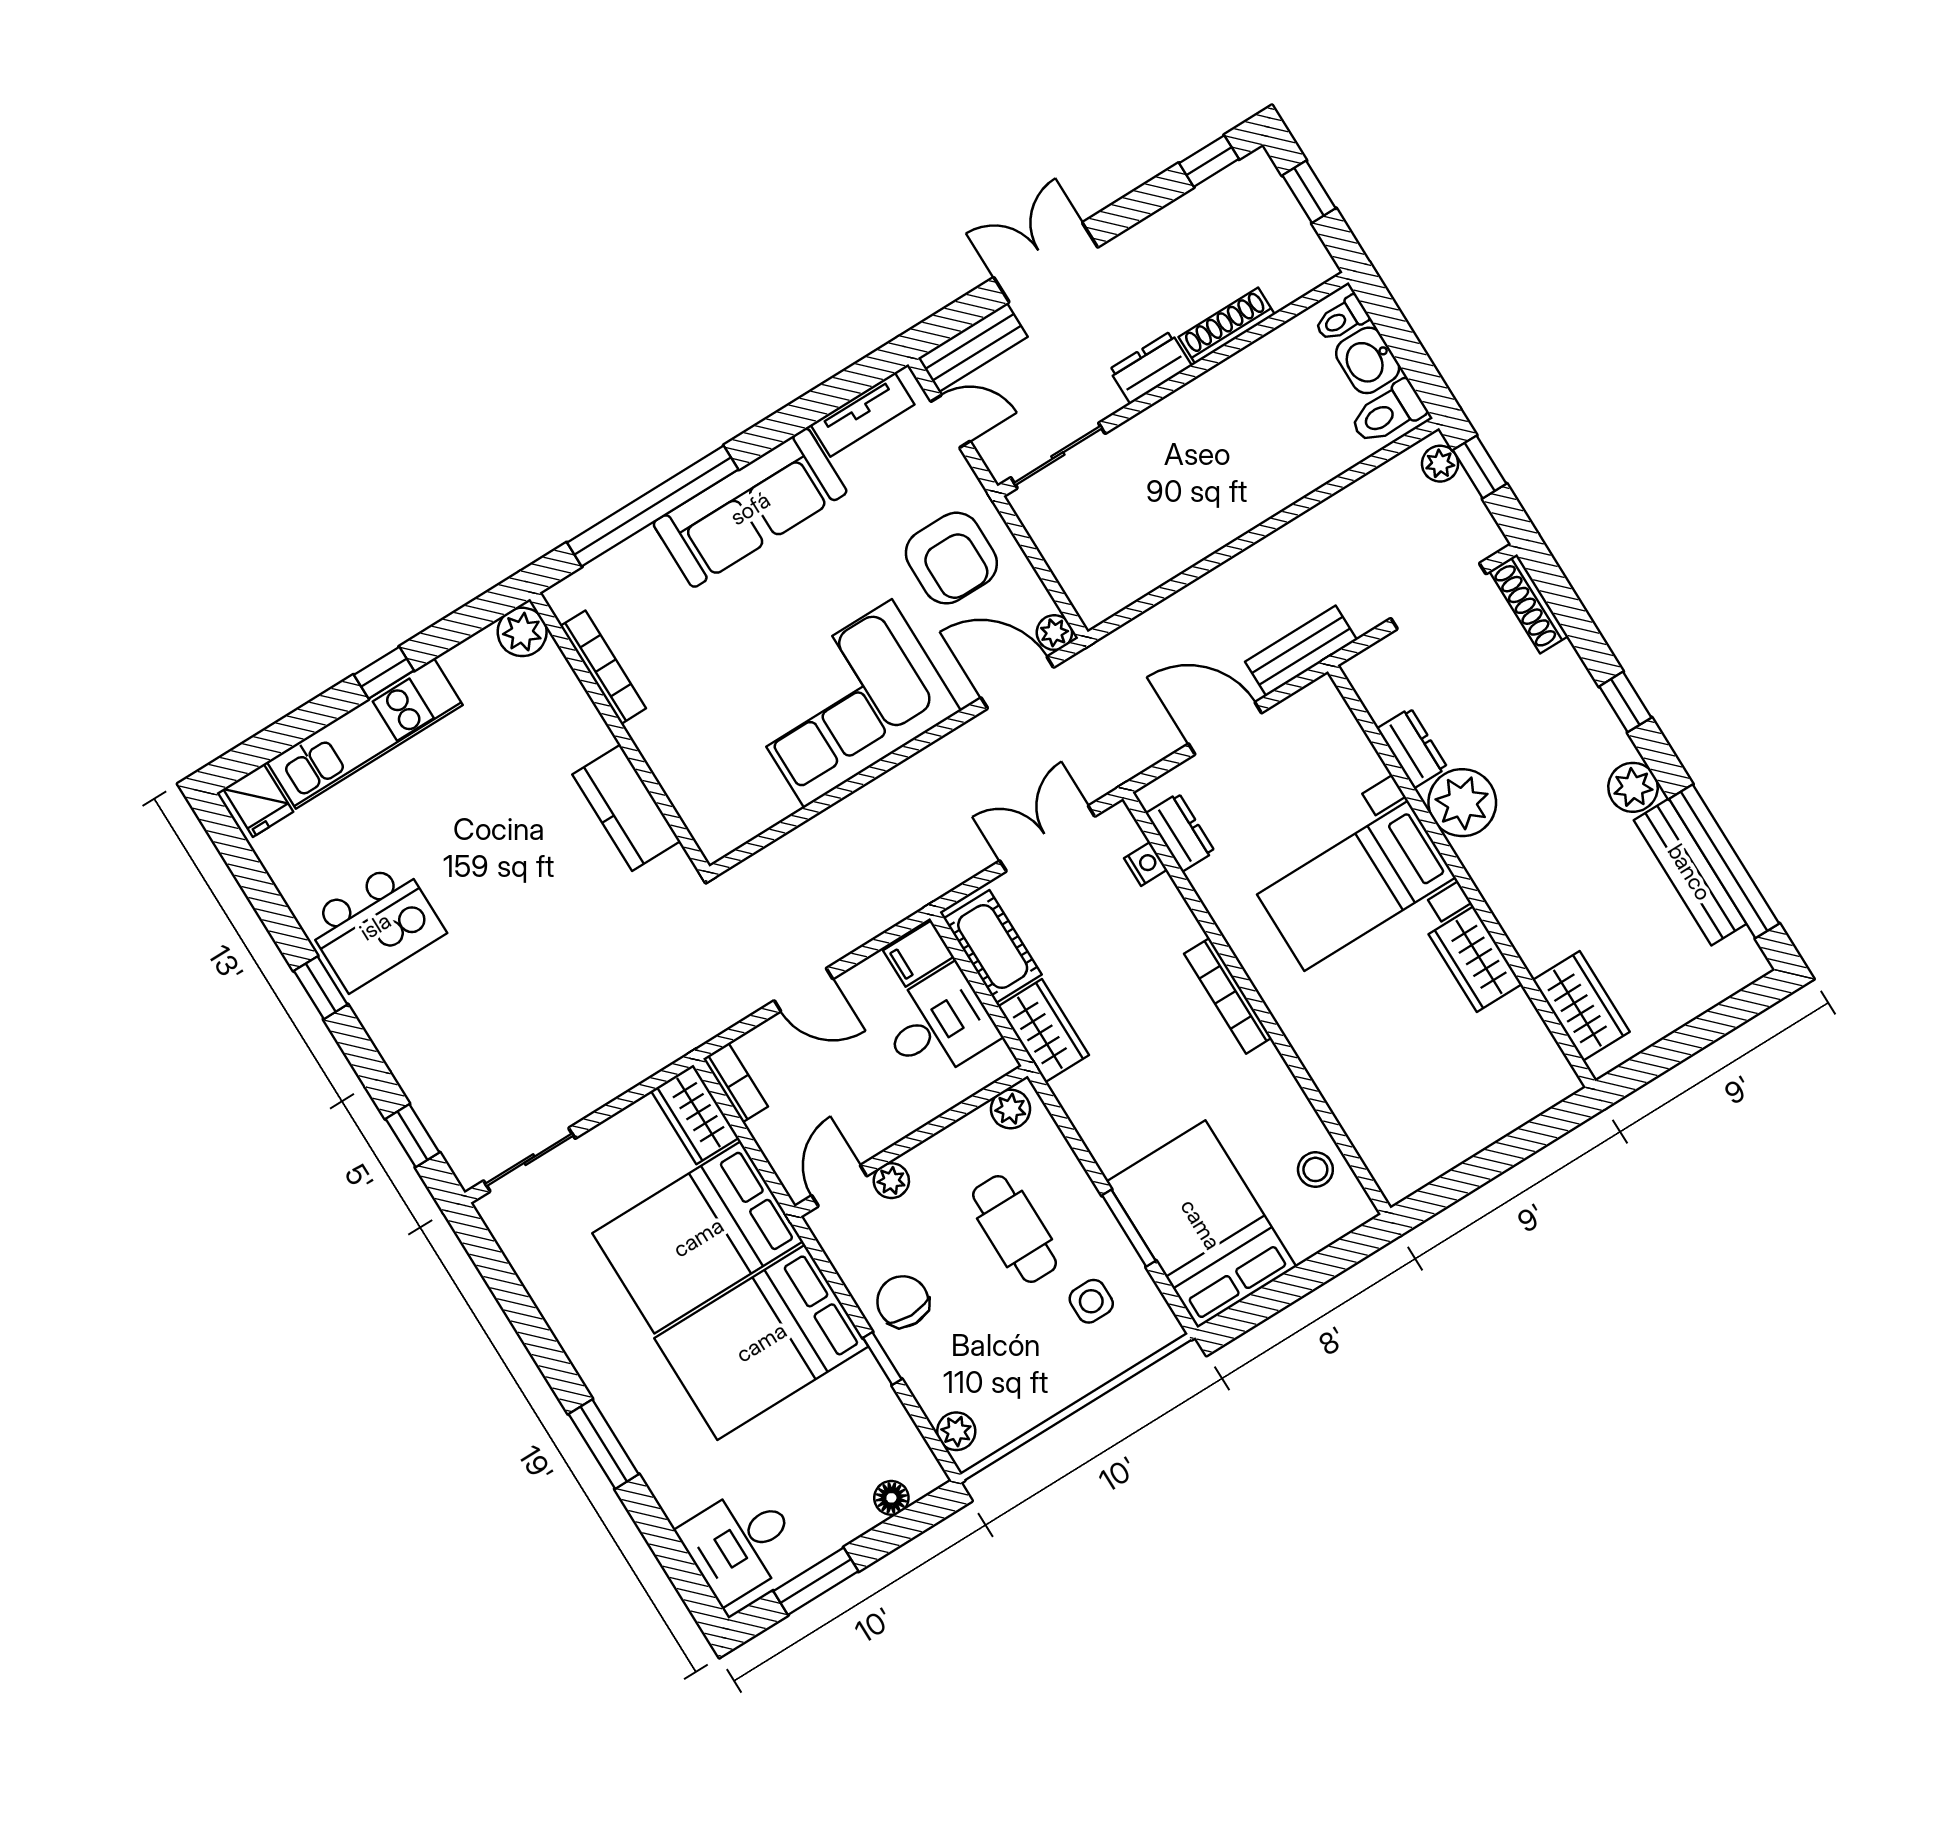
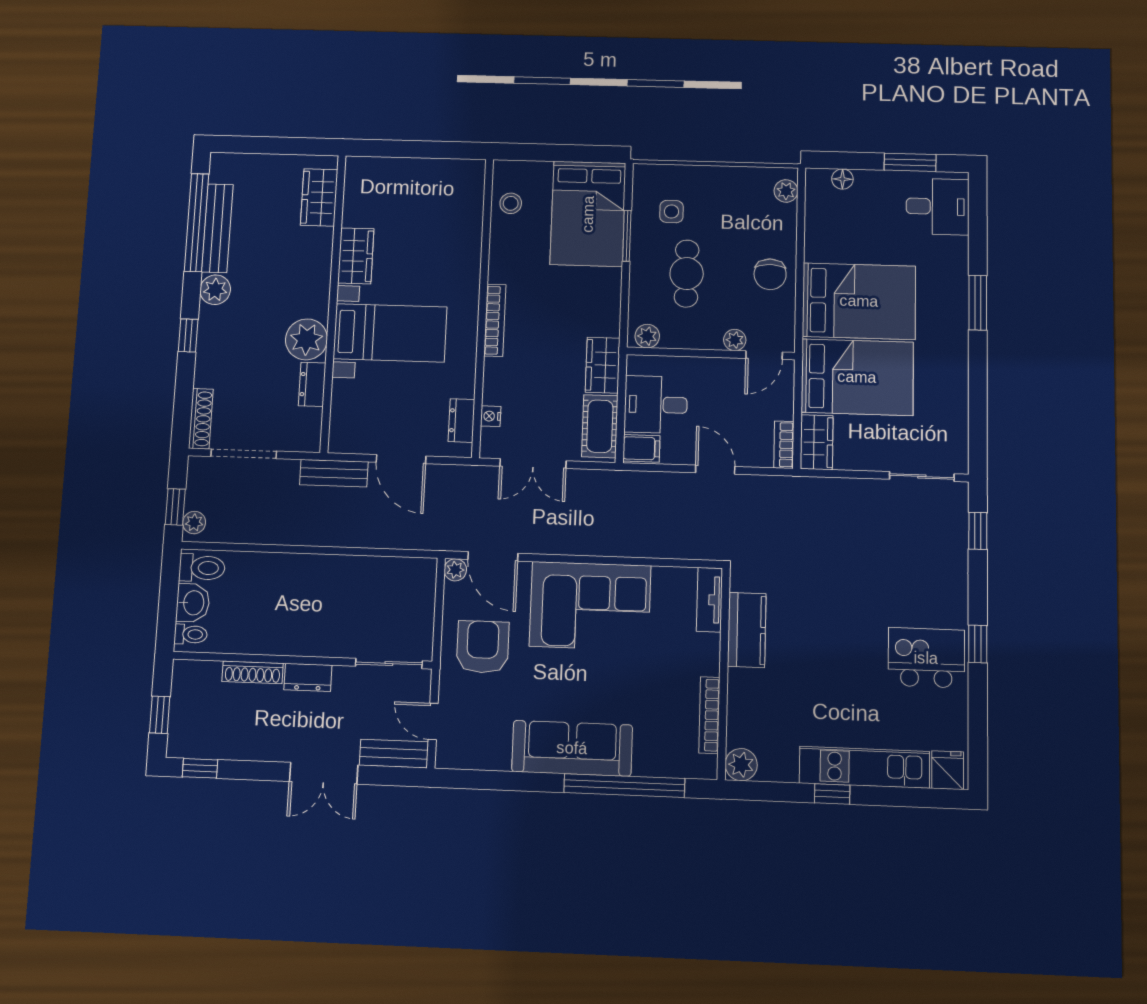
tv unit: (862, 415) -> (710, 600), moved, turned -90
window: (882, 1358) -> (800, 252), removed

